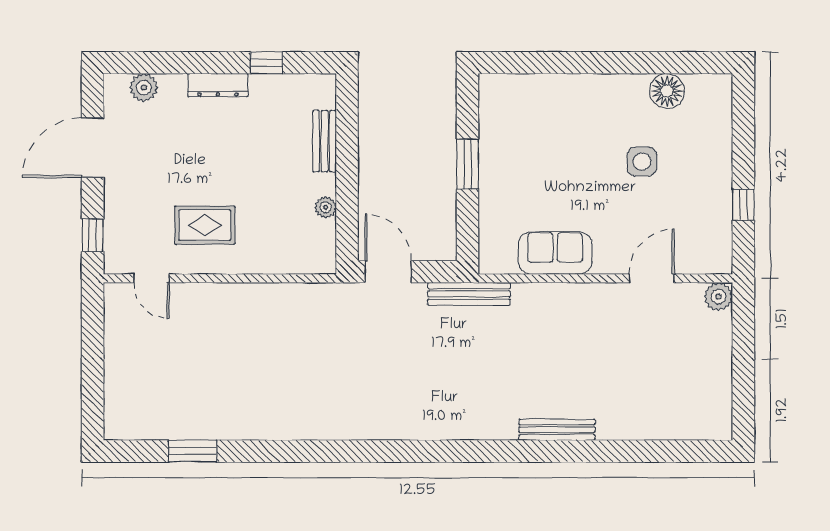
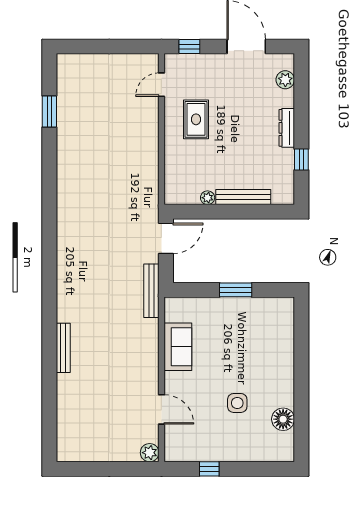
bench: (324, 141) -> (243, 197), width x1.36

